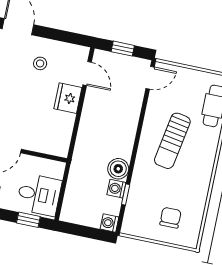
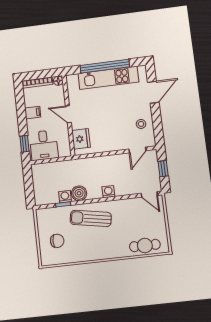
stool: (40, 63) -> (141, 124), moved
fridge: (68, 98) -> (81, 139), moved, turned 90
sun lounger: (172, 141) -> (91, 218), moved
washing machine: (109, 223) -> (108, 192), moved

